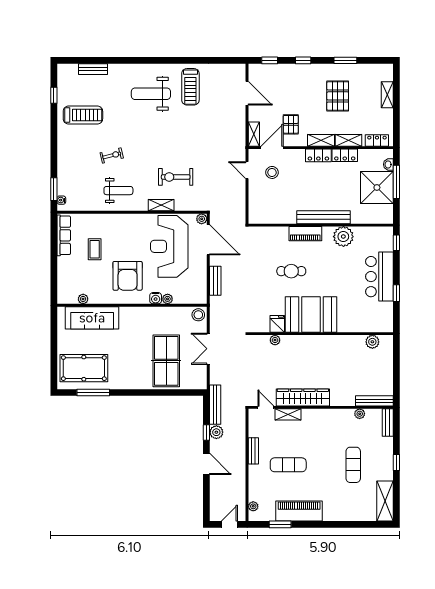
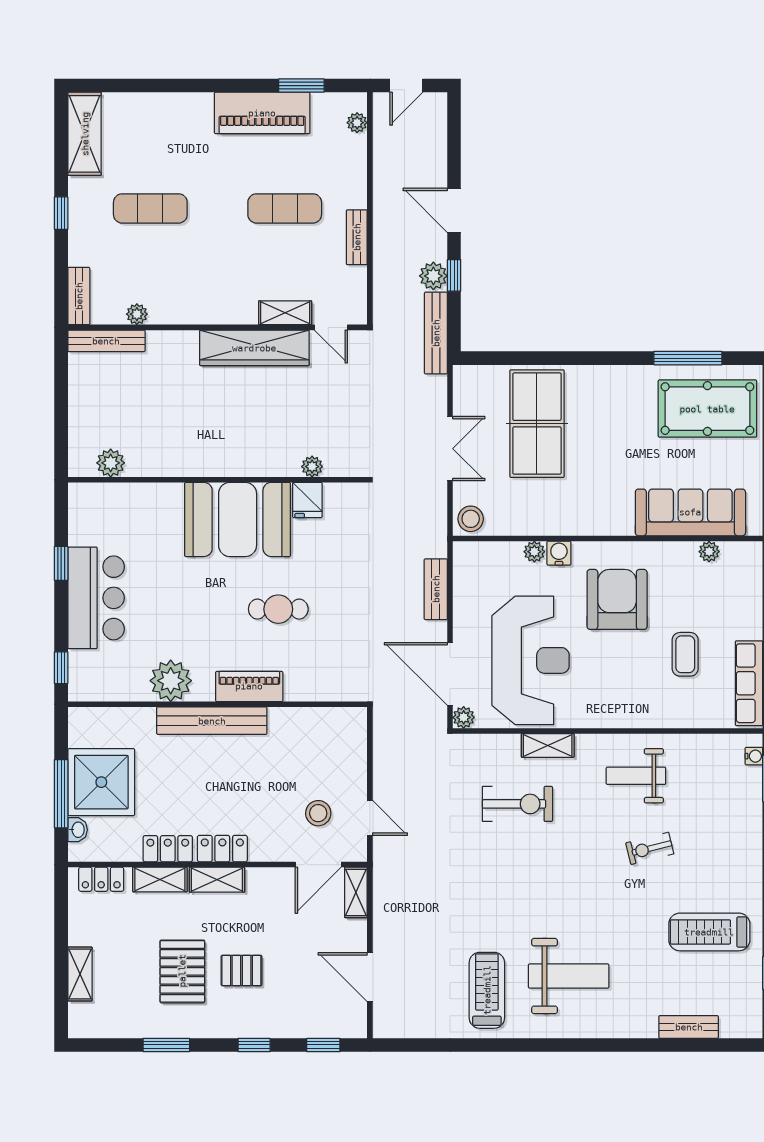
pallet: (291, 124) -> (241, 970), moved, turned 90
exercise mat: (353, 465) -> (150, 208), turned 90

